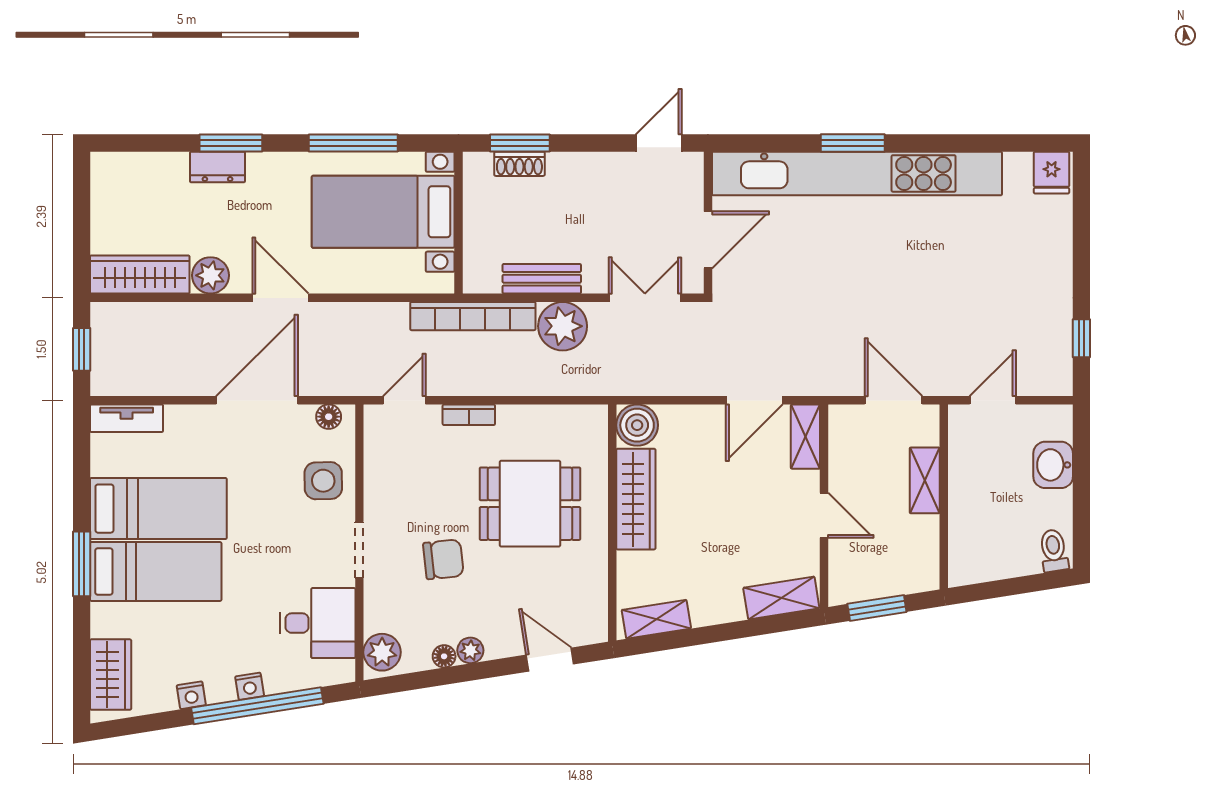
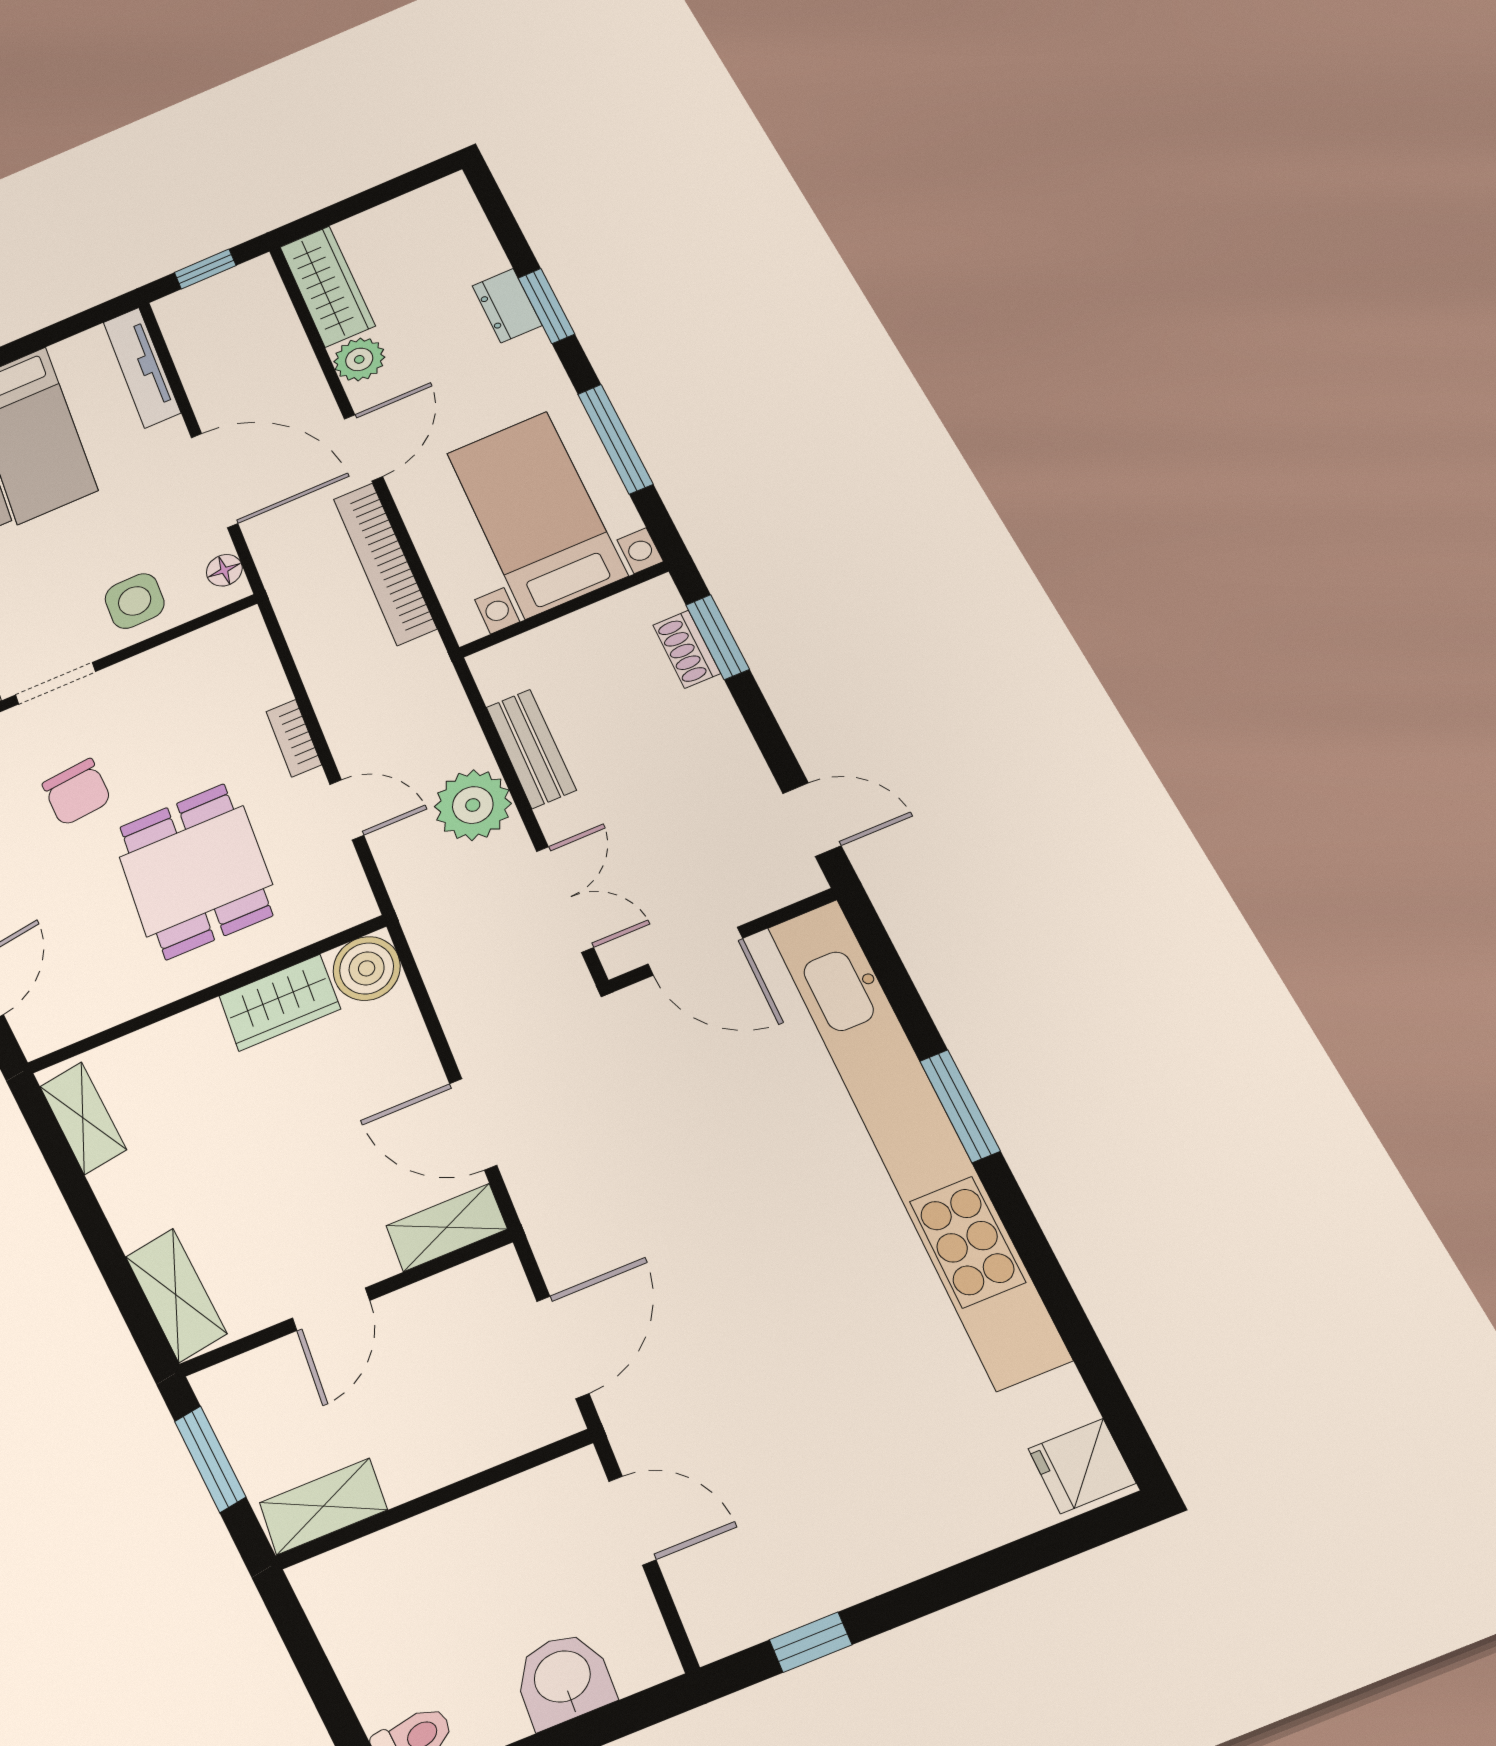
bookcase: (473, 316) -> (385, 563), moved
door: (404, 400) -> (347, 810), moved
tv unit: (127, 418) -> (142, 367), width x1.41
shelving: (925, 480) -> (323, 1506), moved
wardrobe: (636, 499) -> (280, 1003), width x0.67

